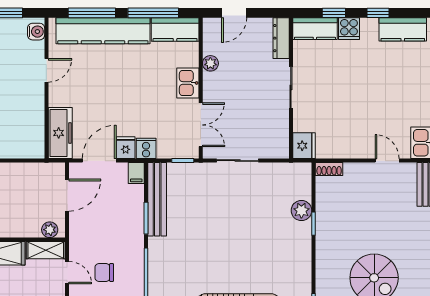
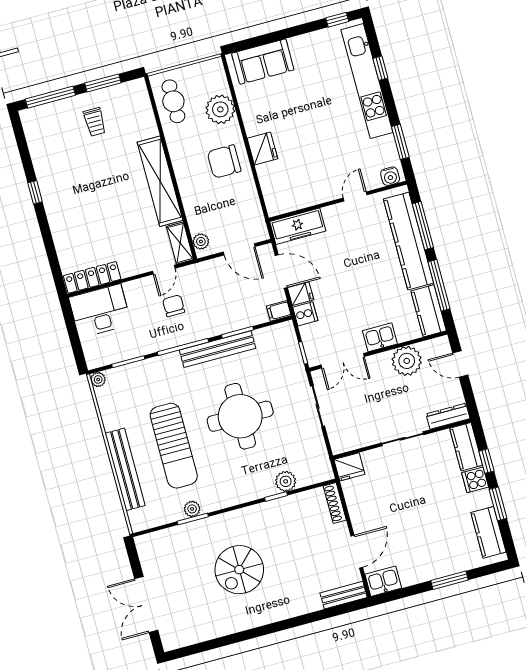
window: (378, 13) -> (498, 504), width x1.50
plant: (210, 63) -> (407, 361), width x1.88, depth x1.88
door: (46, 70) -> (355, 196), swing flipped
door: (387, 161) -> (357, 552), width x1.38
shoe rack: (329, 169) -> (335, 503), width x1.43
bench: (157, 199) -> (217, 349), moved
round table: (227, 237) -> (240, 416), added

